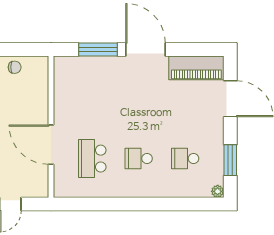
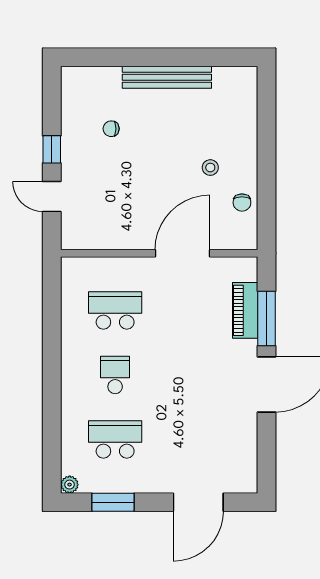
piano: (196, 68) -> (245, 310), moved, width x0.73, depth x0.75
door: (51, 145) -> (182, 253), moved
school desk: (185, 159) -> (115, 439), width x1.85

